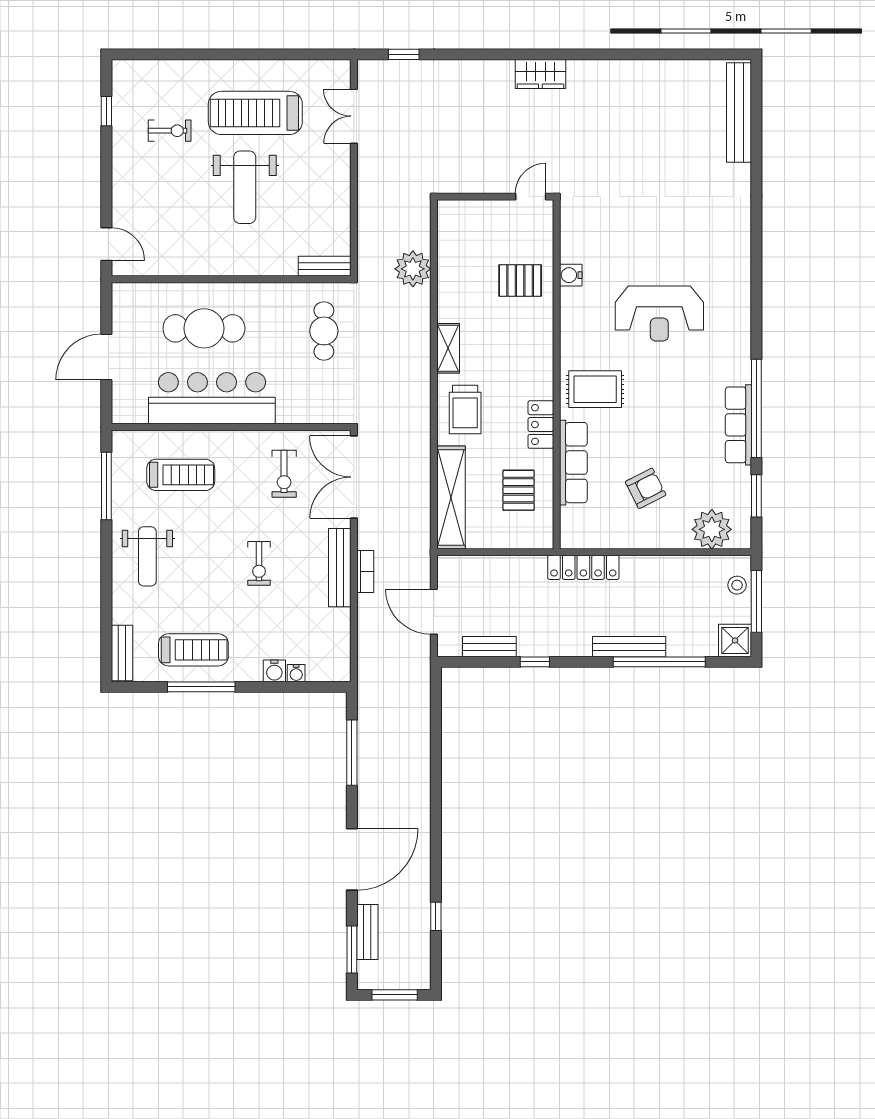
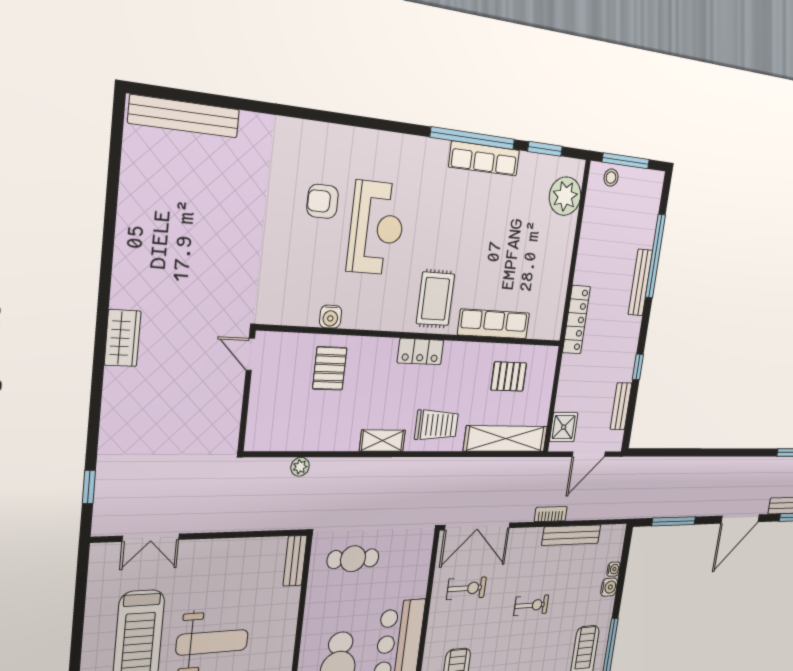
plant: (413, 269) -> (300, 467), width x0.53, depth x0.53
locker: (541, 425) -> (420, 351), moved
armchair: (646, 488) -> (323, 201), moved, turned -63
bench: (340, 568) -> (571, 535), moved
shower: (735, 640) -> (564, 427), moved
door: (352, 859) -> (740, 519), swing flipped

